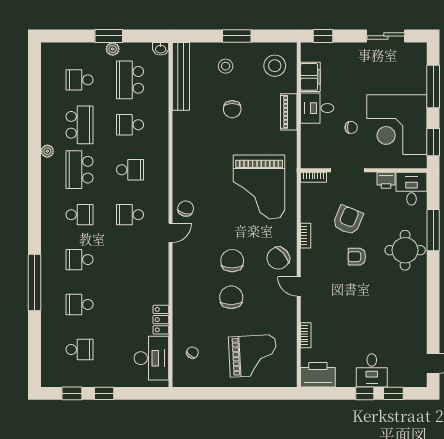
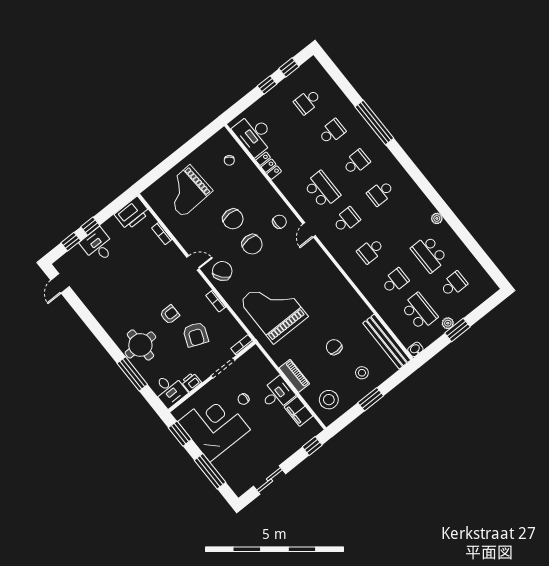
school desk: (80, 170) -> (322, 190), moved
chair: (186, 209) -> (279, 222), moved, turned -105

